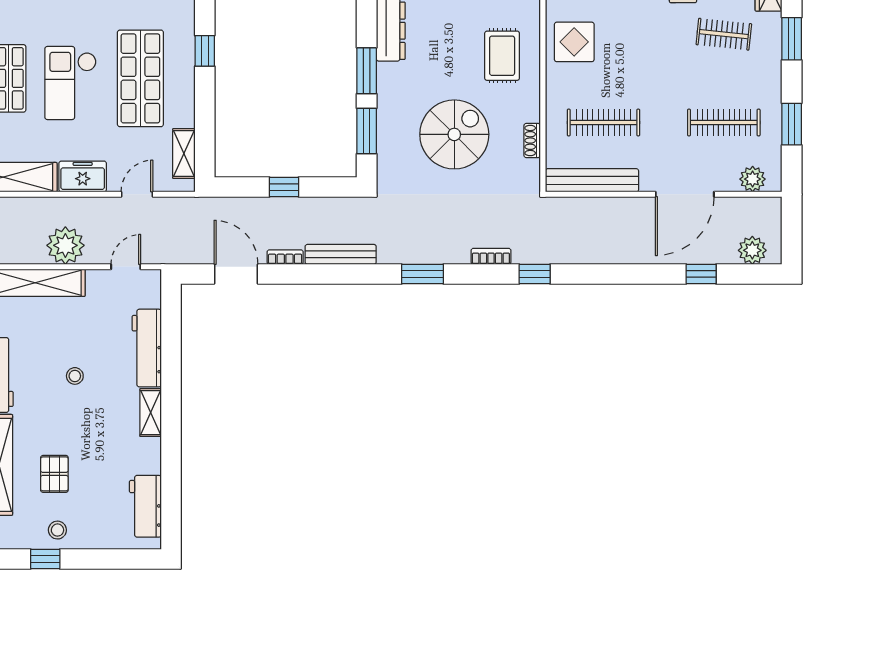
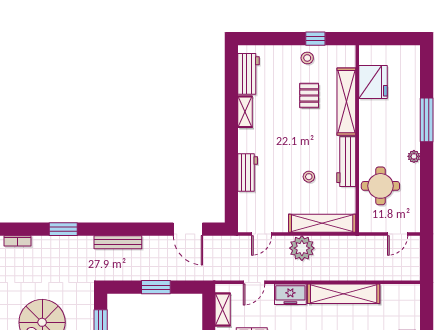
window: (284, 187) -> (156, 287), width x1.50
bookcase: (285, 257) -> (155, 240), removed
workbench: (147, 348) -> (248, 173), width x0.73
stool: (75, 376) -> (309, 177), moved
shelving: (151, 413) -> (245, 112), moved

